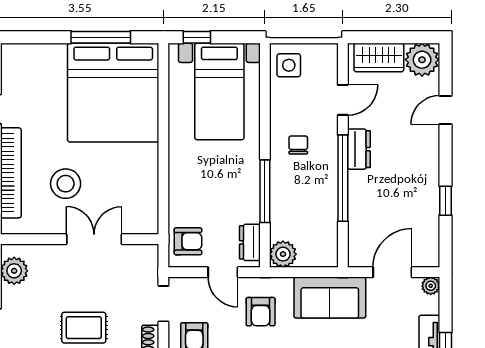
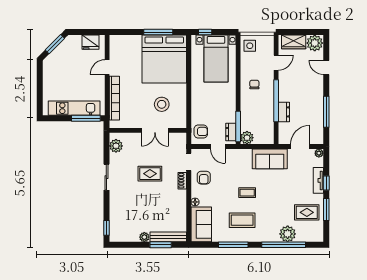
door: (445, 110) -> (326, 67), hinge flipped
dresser: (359, 149) -> (284, 112), moved
stool: (66, 184) -> (162, 104), moved
window: (265, 191) -> (238, 126), moved
window: (445, 201) -> (326, 112), width x2.17
double door: (94, 239) -> (155, 130), swing flipped
armchair: (261, 312) -> (236, 166), removed

